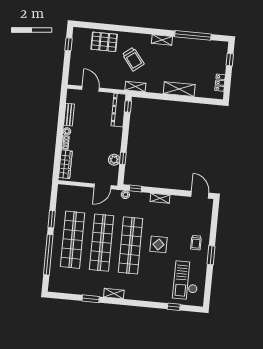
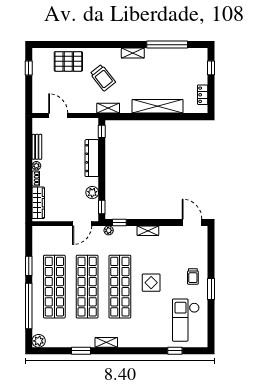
shelving: (179, 89) -> (158, 106), width x1.47
dresser: (119, 110) -> (92, 158), moved
window: (123, 158) -> (102, 207), moved
plant: (54, 286) -> (39, 341), added

